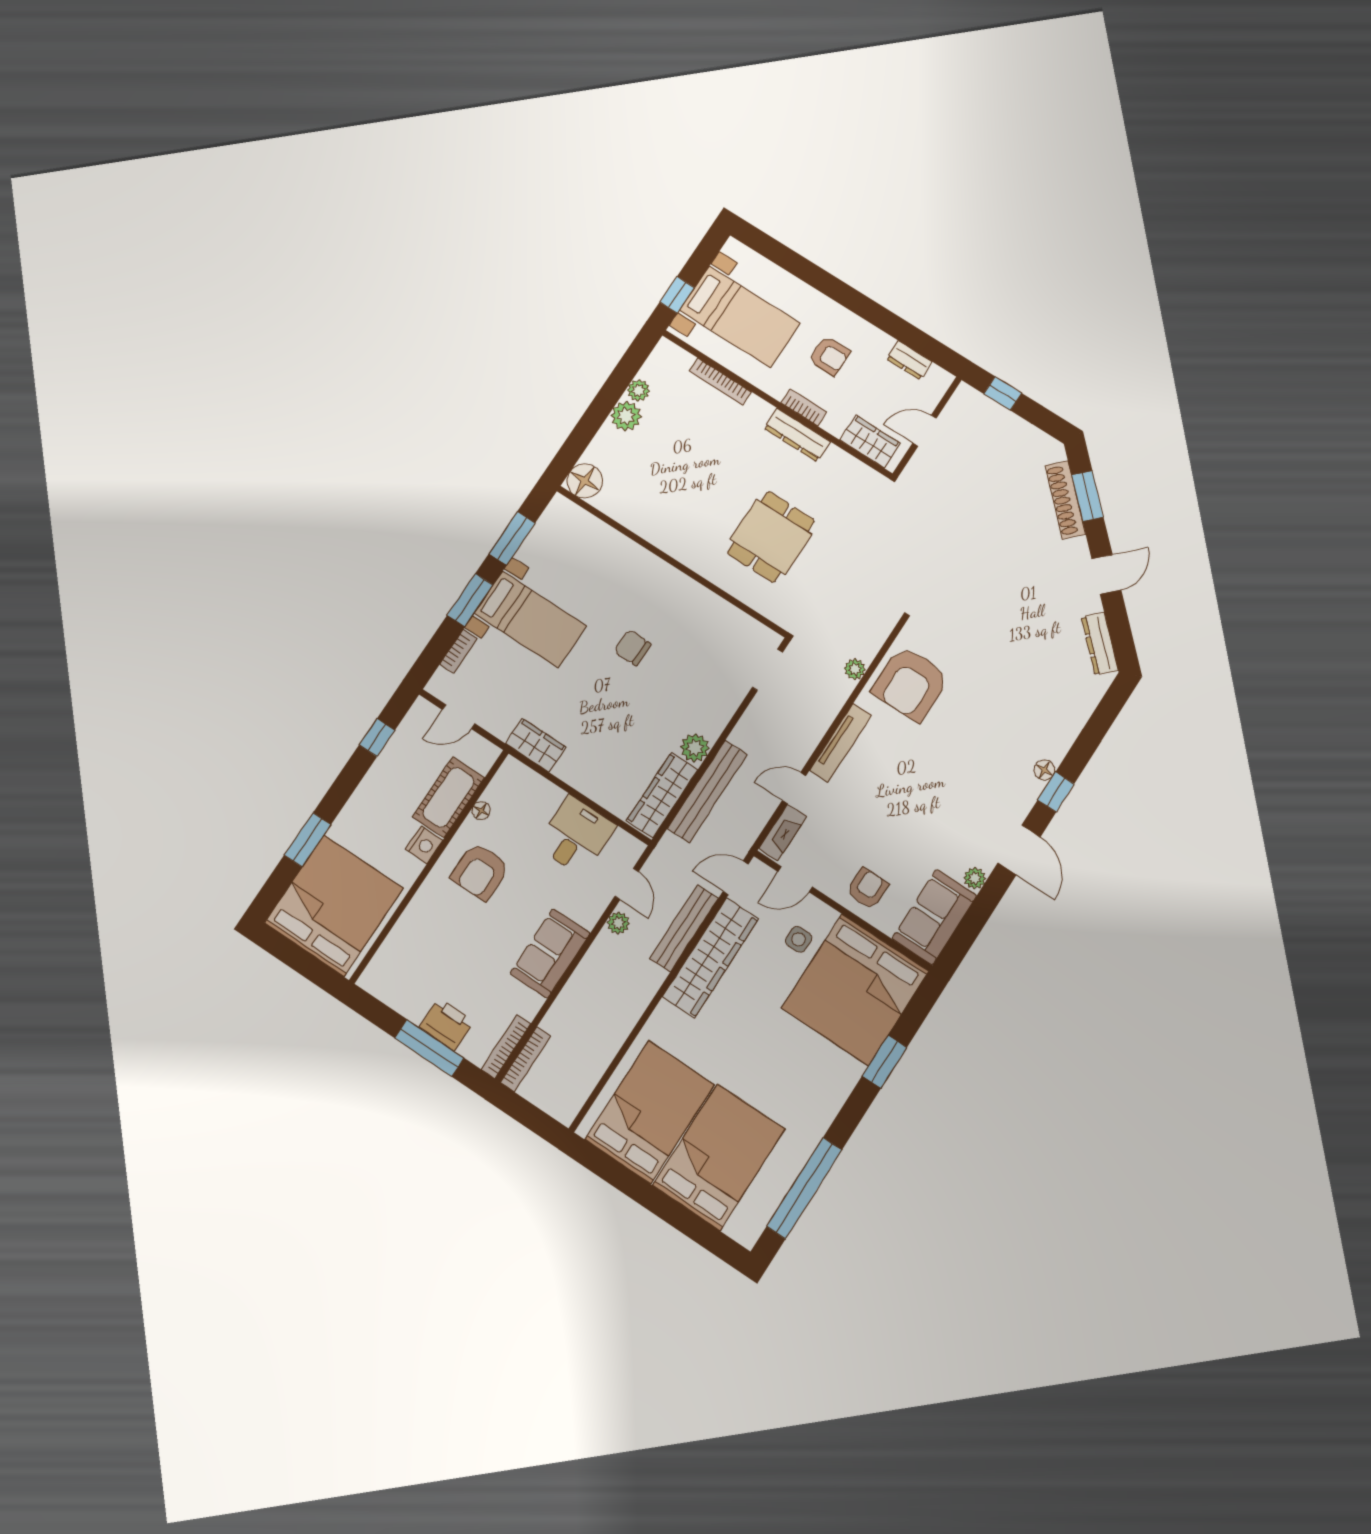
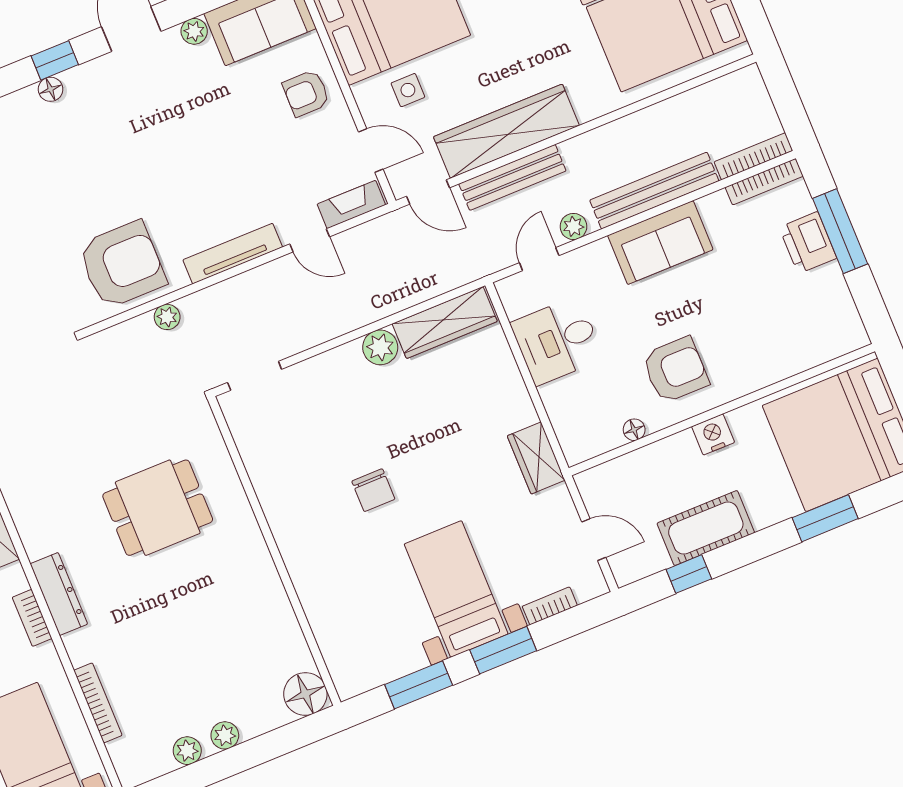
plant: (626, 416) -> (225, 735), width x0.73, depth x0.73
bench: (707, 791) -> (654, 191), moved
cot: (448, 797) -> (706, 528), moved

